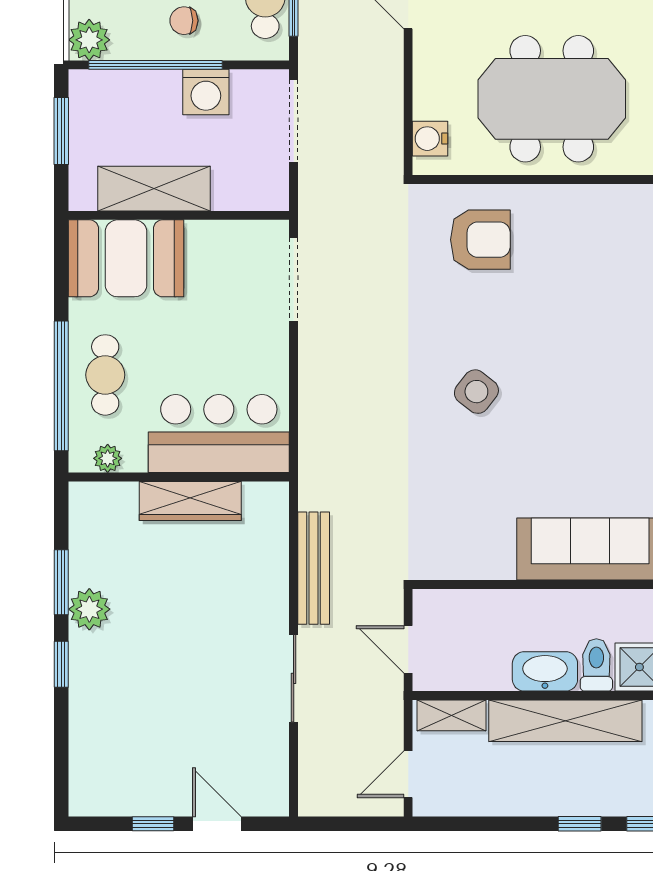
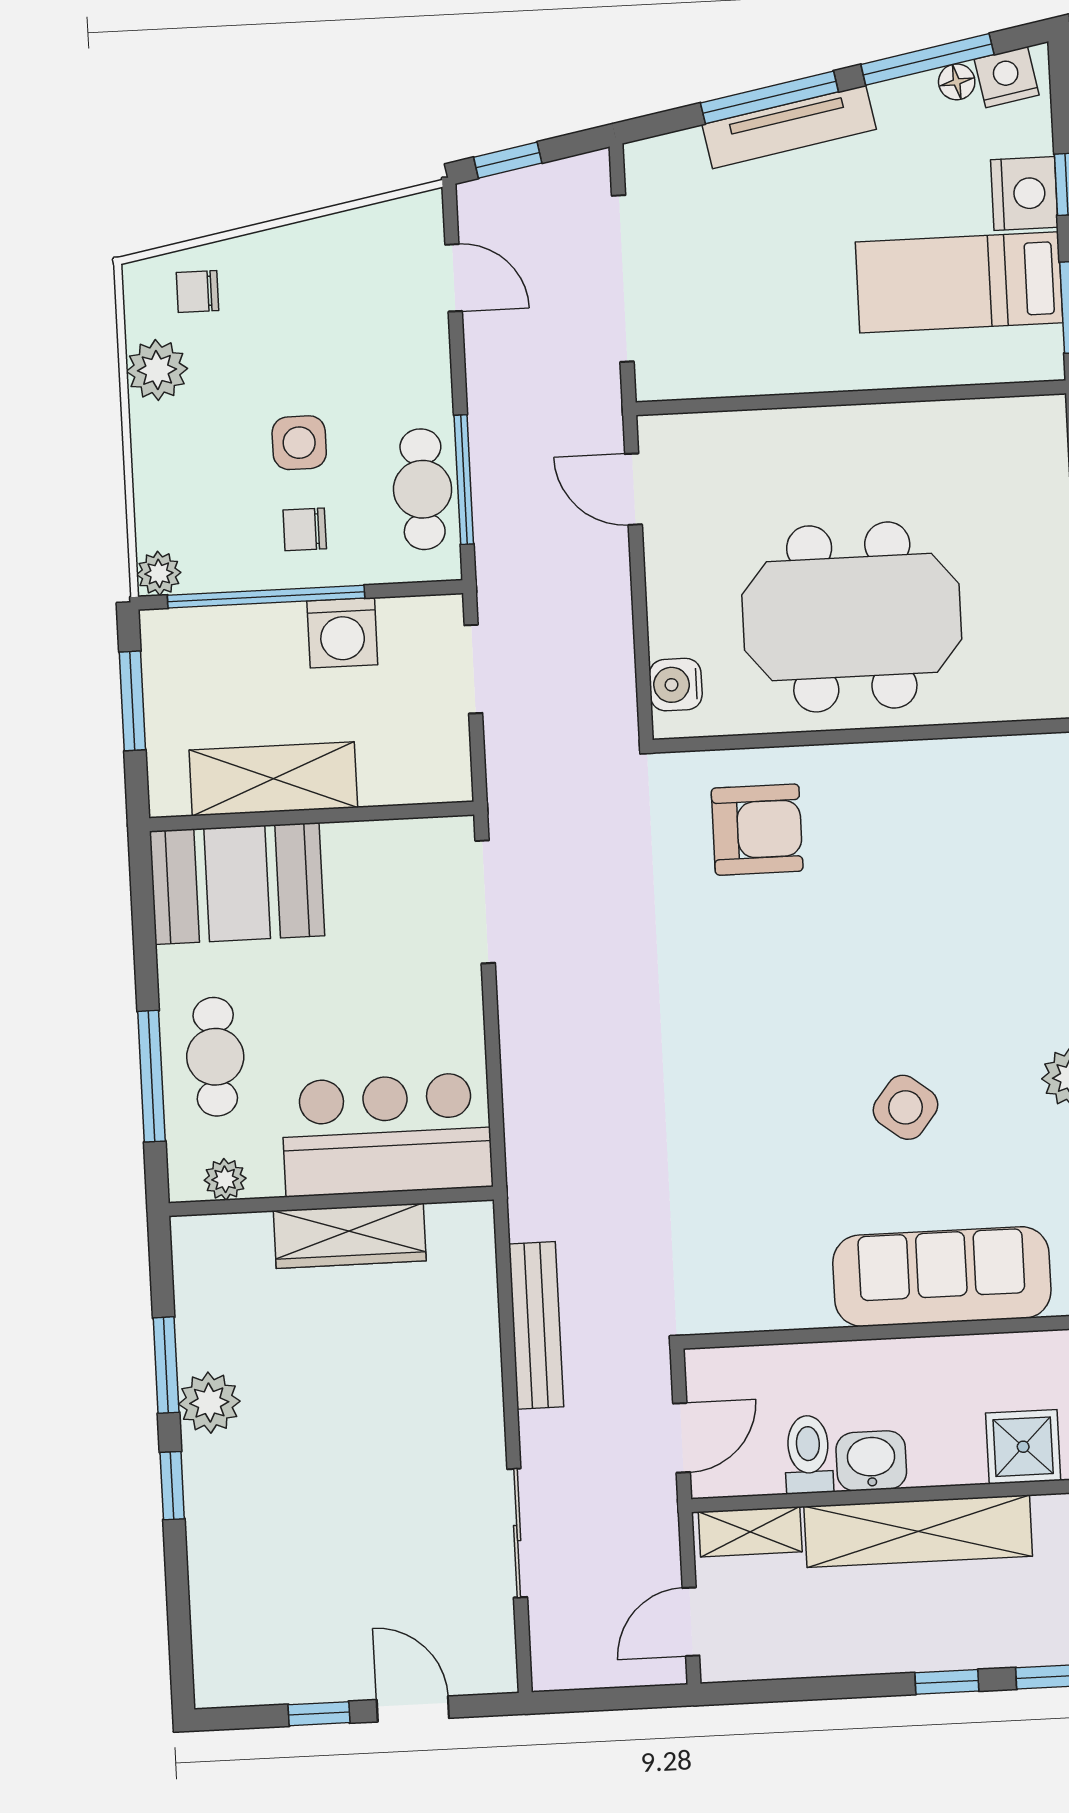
plant: (89, 40) -> (159, 573), width x0.73, depth x0.73
doorway: (294, 121) -> (473, 669), width x0.73
window: (61, 386) -> (151, 1076), width x0.68
side table: (476, 392) -> (905, 1107), moved
door: (408, 649) -> (682, 1438), swing flipped
toilet: (596, 665) -> (808, 1454), moved
washbasin: (545, 671) -> (871, 1461), width x0.72
sliding door: (294, 678) -> (517, 1533), moved

